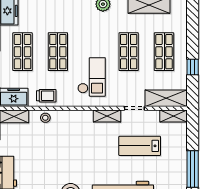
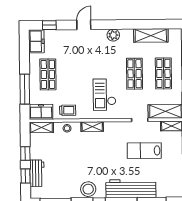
shop shelf: (58, 52) -> (77, 74), removed
checkout: (92, 77) -> (104, 95), turned 180
shelving: (107, 116) -> (92, 127), moved

